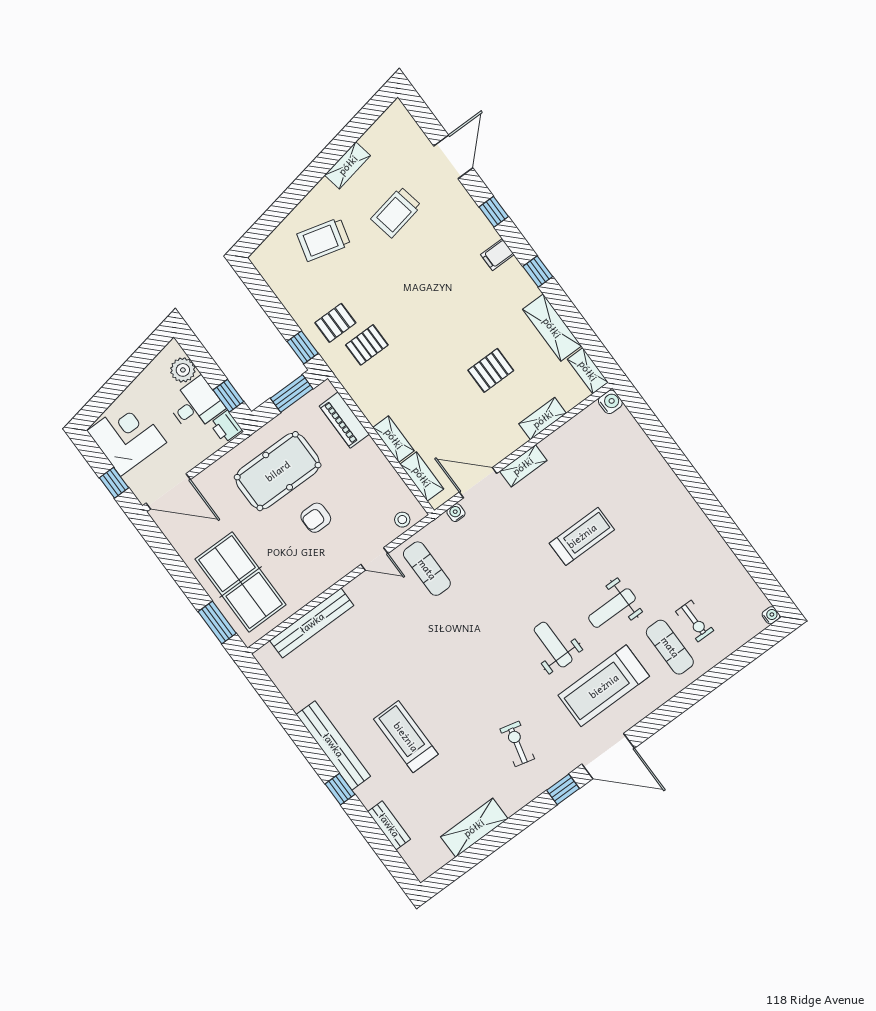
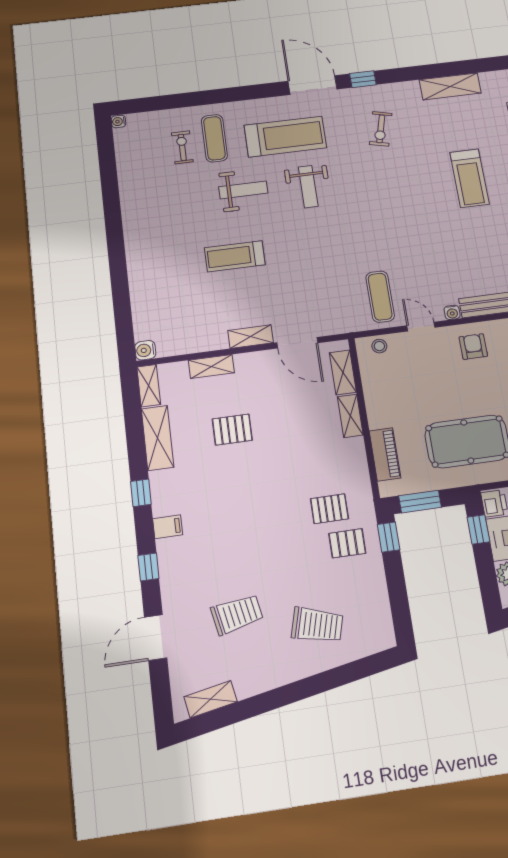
shelving: (348, 165) -> (211, 699), moved
water cooler: (456, 513) -> (452, 312), moved
armchair: (316, 518) -> (473, 347), moved, turned -90

